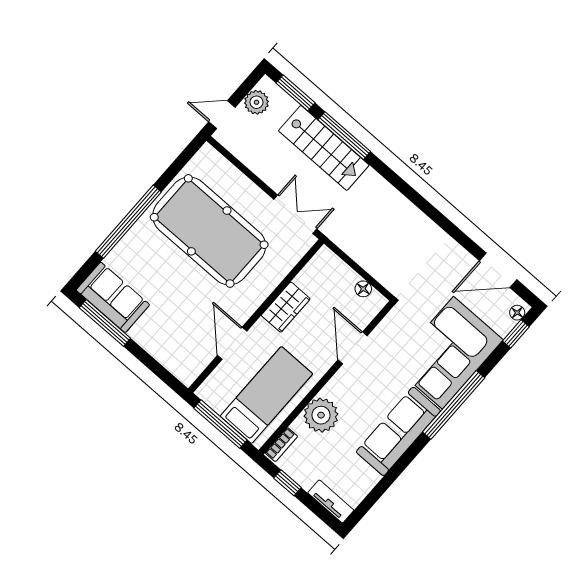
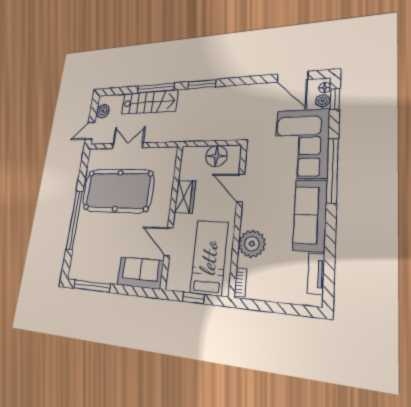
window: (296, 93) -> (202, 84), moved
double door: (295, 214) -> (128, 146), moved
door: (498, 270) -> (292, 77), hinge flipped
floor lamp: (363, 289) -> (216, 156), width x1.89, depth x1.89
sofa: (113, 297) -> (140, 273), moved
plant: (504, 325) -> (323, 101), added
window: (220, 424) -> (194, 298), width x0.46
window: (288, 483) -> (263, 306), removed
tv unit: (331, 501) -> (316, 274), moved, turned -90

